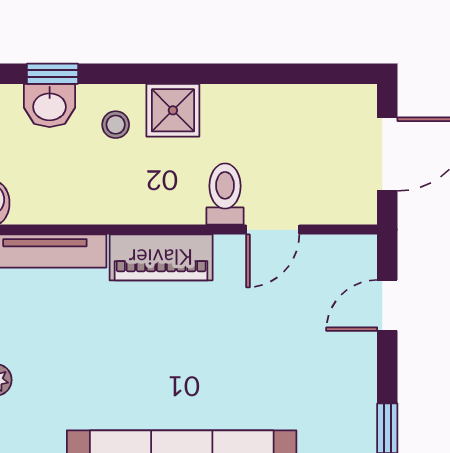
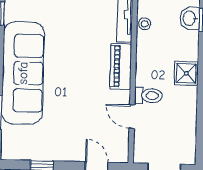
stool: (116, 125) -> (145, 24), moved

